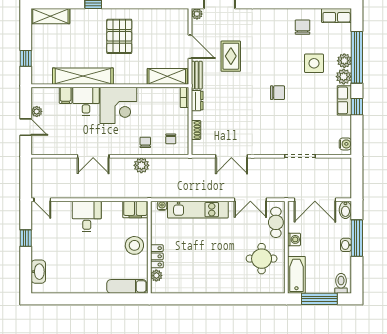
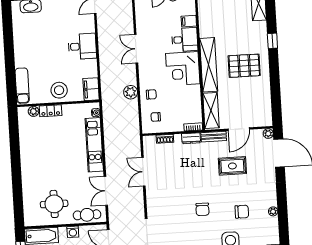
plant: (285, 14) -> (273, 211), added
chair: (303, 27) -> (242, 212), moved
shelving: (83, 76) -> (209, 65), moved

